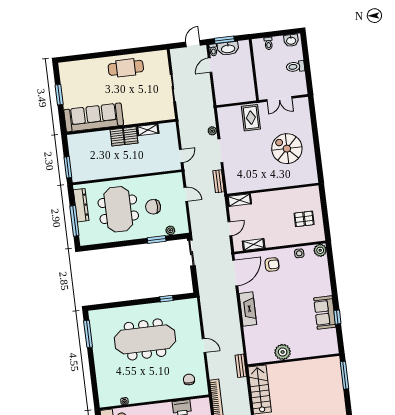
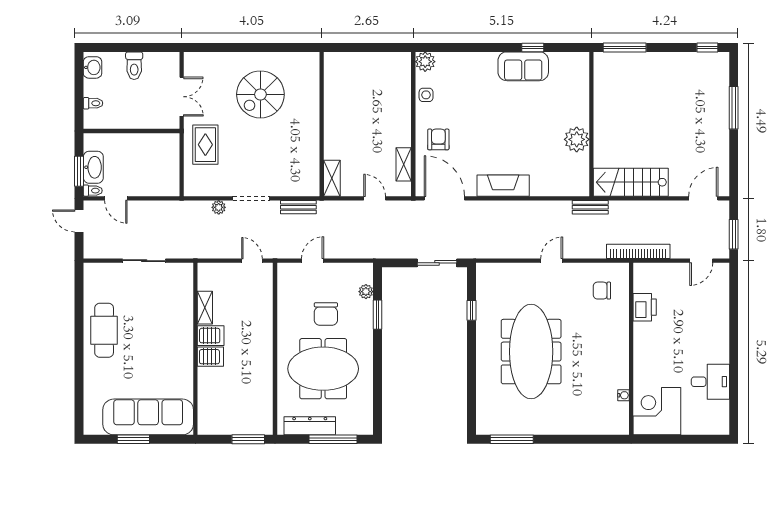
sofa: (94, 117) -> (148, 417), moved, turned 90
rug: (251, 118) -> (205, 145), turned 90
pallet: (304, 219) -> (373, 81), removed
sliding door: (191, 253) -> (437, 263), moved

